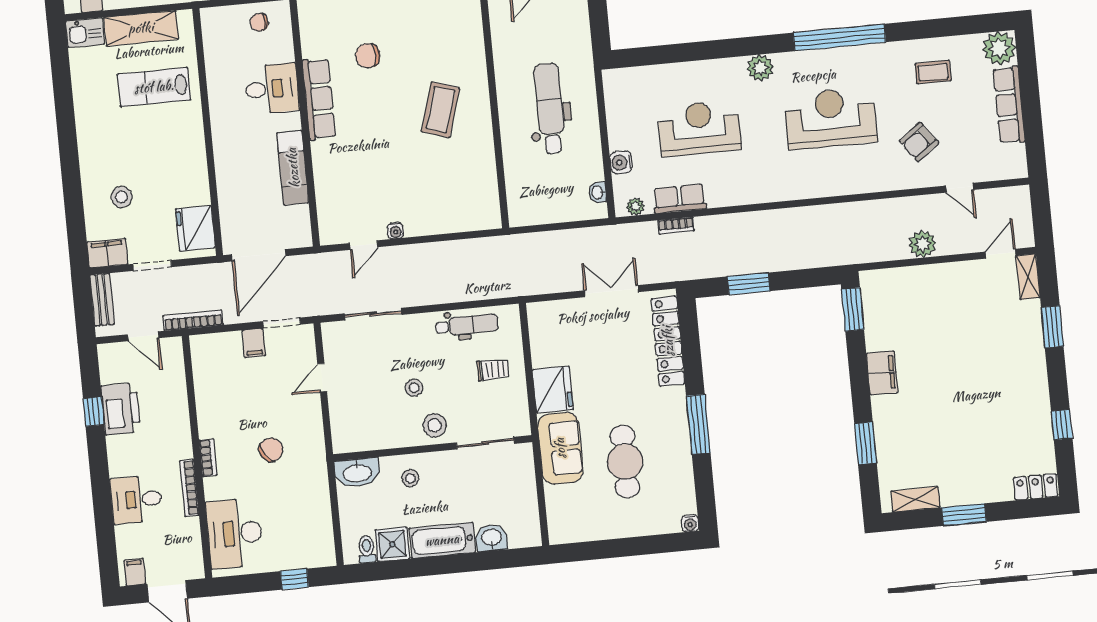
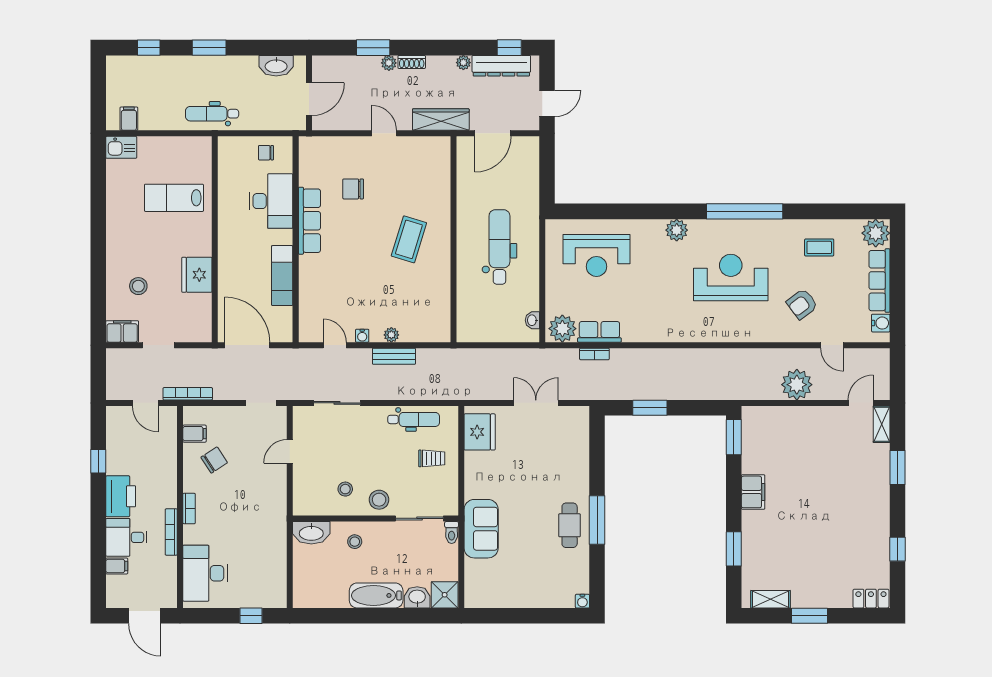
shelving: (141, 28) -> (168, 148), removed
desk: (272, 89) -> (271, 201), width x1.37
reception desk: (699, 128) -> (597, 256), moved, turned 180
water cooler: (621, 162) -> (881, 323), moved, turned 180
plant: (635, 207) -> (562, 329), width x1.87, depth x1.87
plant: (430, 226) -> (391, 335), added
fridge: (195, 228) -> (197, 275), moved
plant: (922, 244) -> (797, 385), width x1.36, depth x1.36
door: (364, 245) -> (335, 345), swing flipped
door: (259, 255) -> (247, 345), swing flipped
bench: (102, 300) -> (394, 356), moved, turned 90
locker: (668, 341) -> (579, 449), removed
filing cabinet: (254, 343) -> (194, 434), moved, turned -90
stool: (414, 388) -> (345, 489), moved
fridge: (553, 390) -> (480, 432), moved
printer: (121, 409) -> (121, 496), moved
chair: (271, 450) -> (214, 460), moved
cafe table: (625, 462) -> (570, 525), moved, width x0.73, depth x0.74
shower: (392, 544) -> (445, 595), moved
toilet: (367, 549) -> (452, 533), moved, turned 180
filing cabinet: (135, 572) -> (117, 566), moved, turned 90

